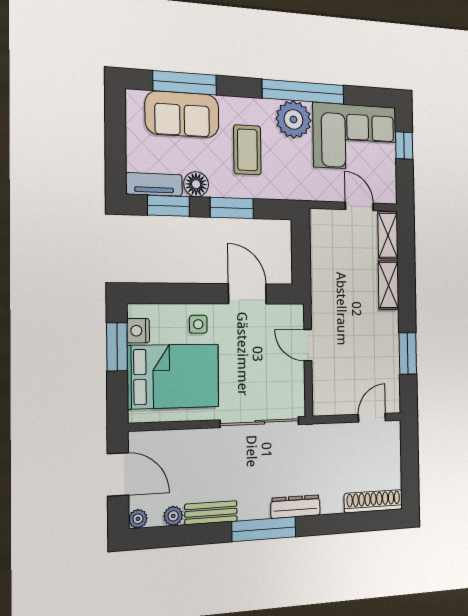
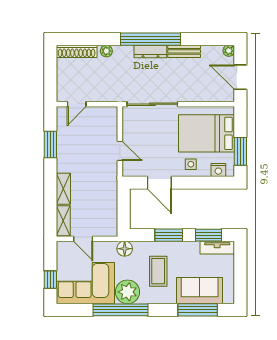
floor lamp: (196, 184) -> (125, 249), moved
nightstand: (138, 331) -> (218, 170), moved, turned 90
dresser: (296, 507) -> (150, 51), moved
plant: (173, 516) -> (106, 51), moved
window: (264, 529) -> (150, 39), width x1.46

